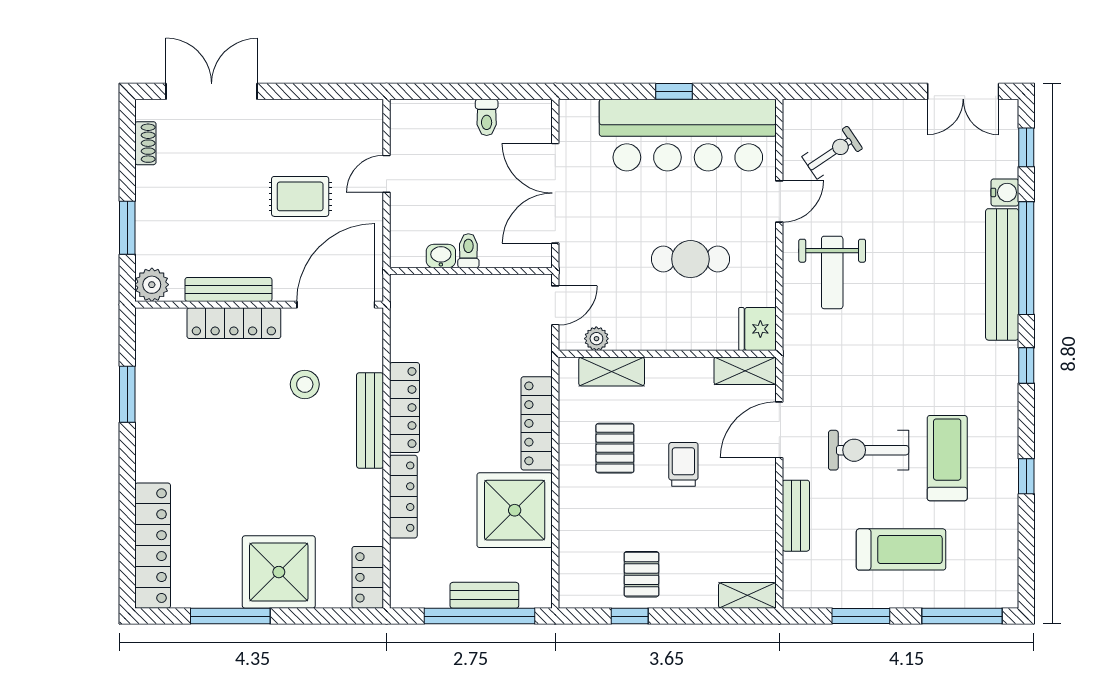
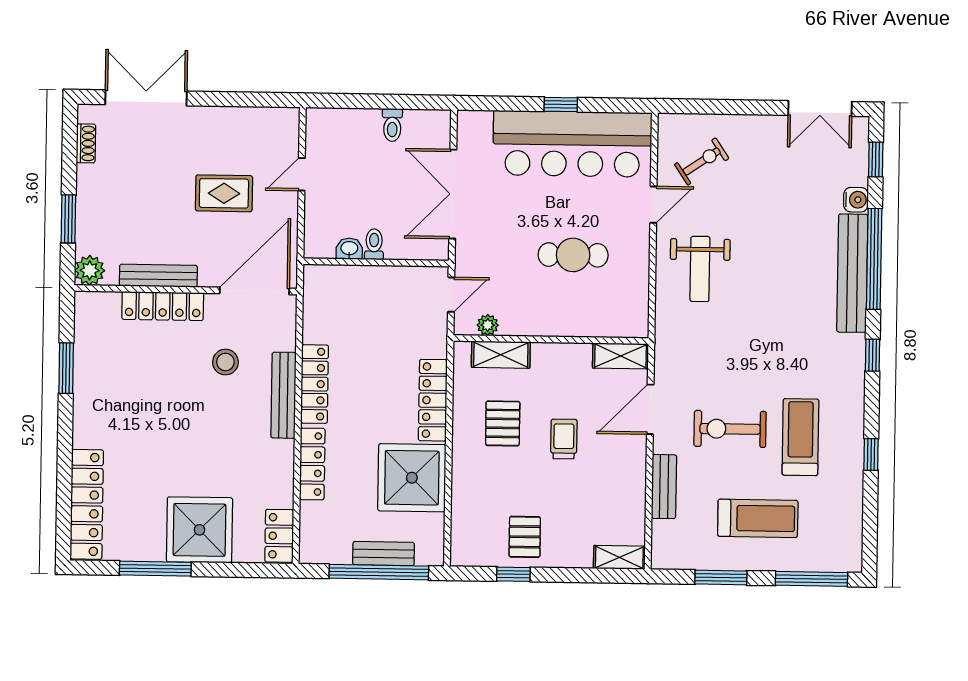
fridge: (757, 329) -> (632, 319), removed

